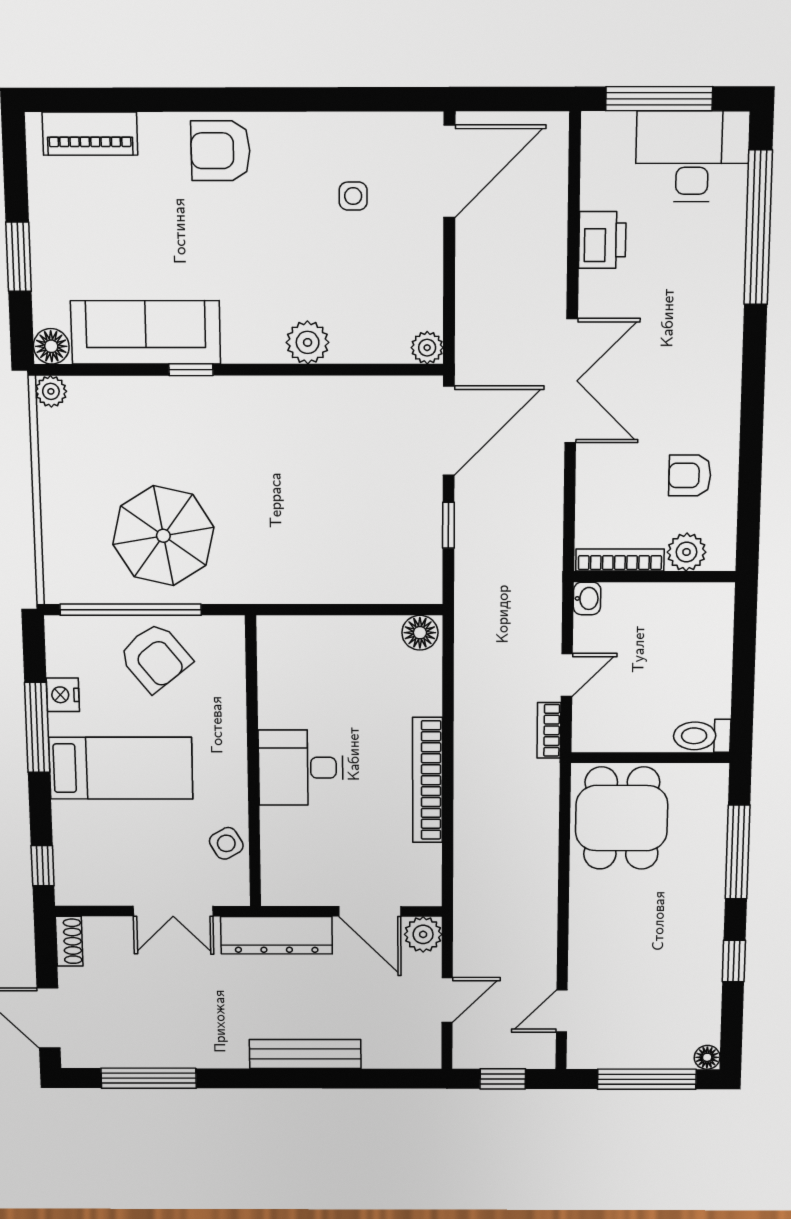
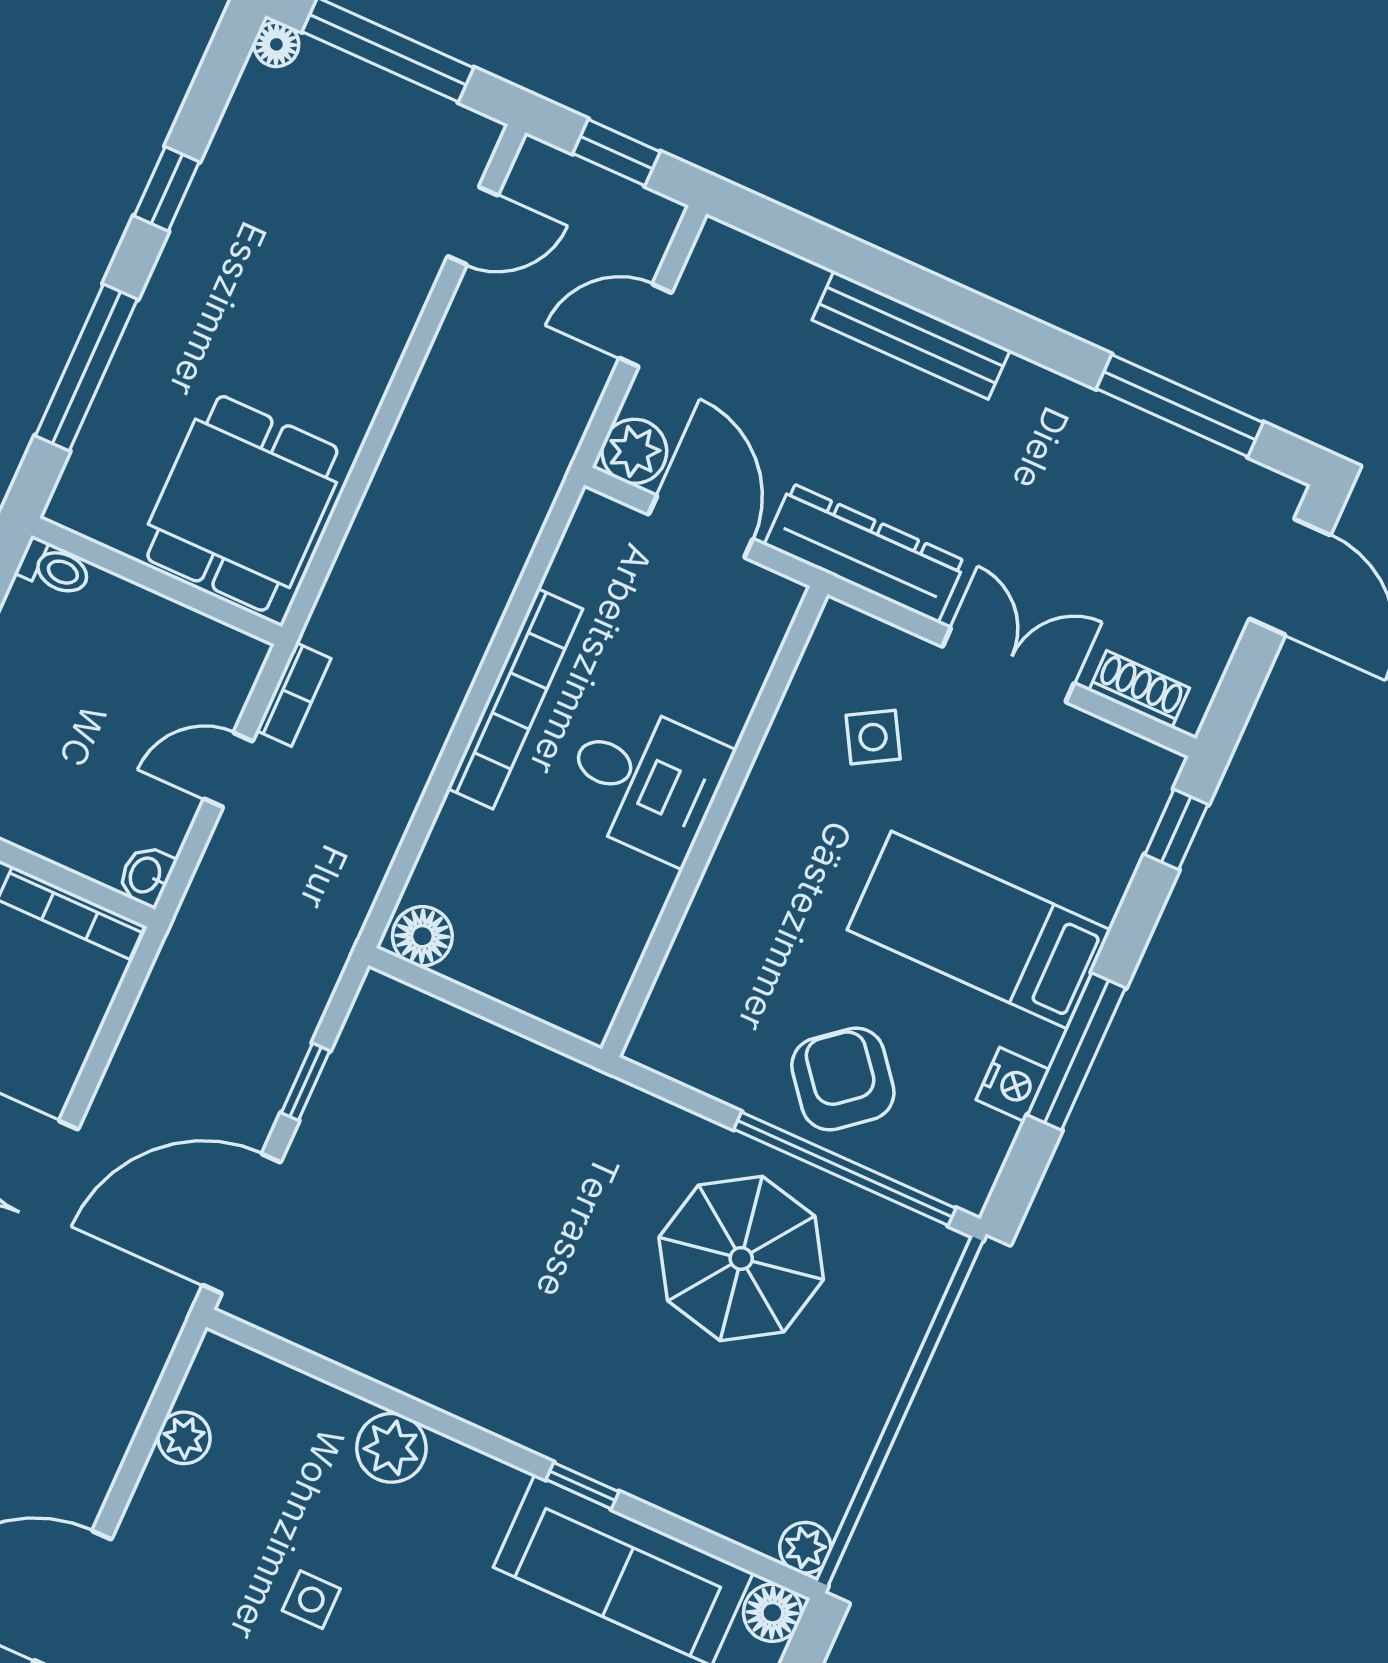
side table: (353, 196) -> (311, 1600), moved
plant: (427, 348) -> (184, 1438), moved
toilet: (702, 736) -> (54, 568), width x0.73, depth x0.72
wall: (253, 763) -> (715, 822), moved
desk: (301, 768) -> (645, 781), moved
shoe rack: (69, 941) -> (1139, 689), moved, turned 90

